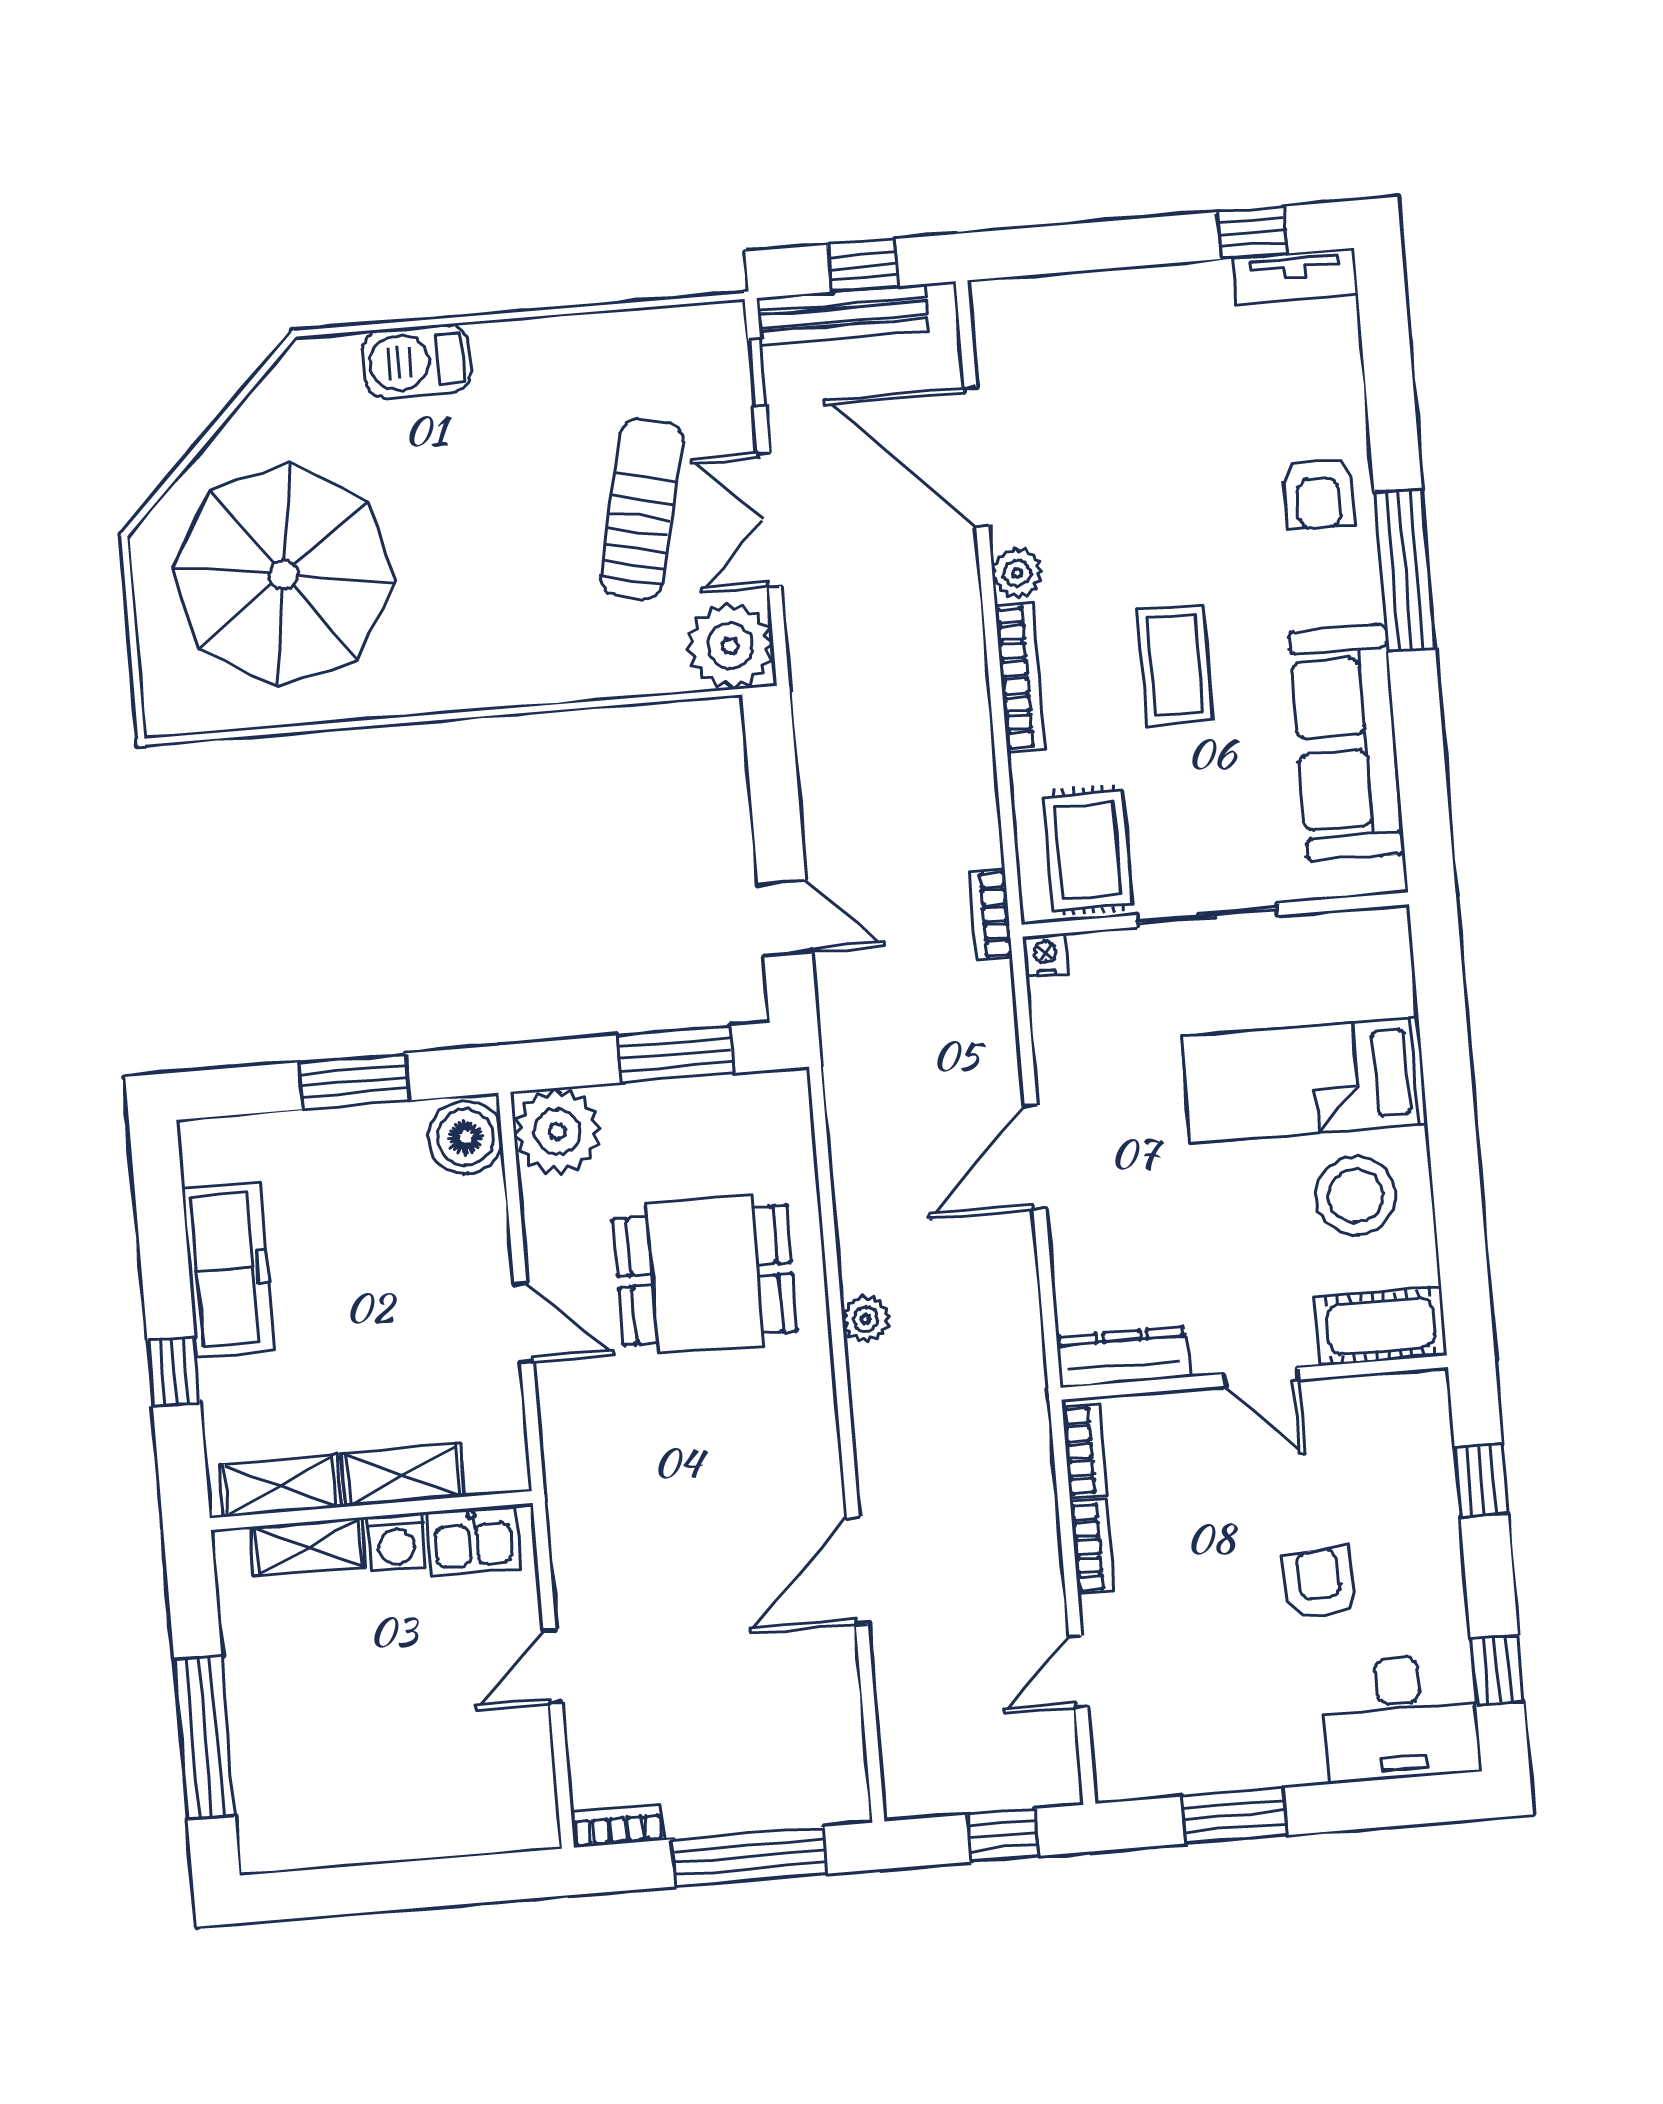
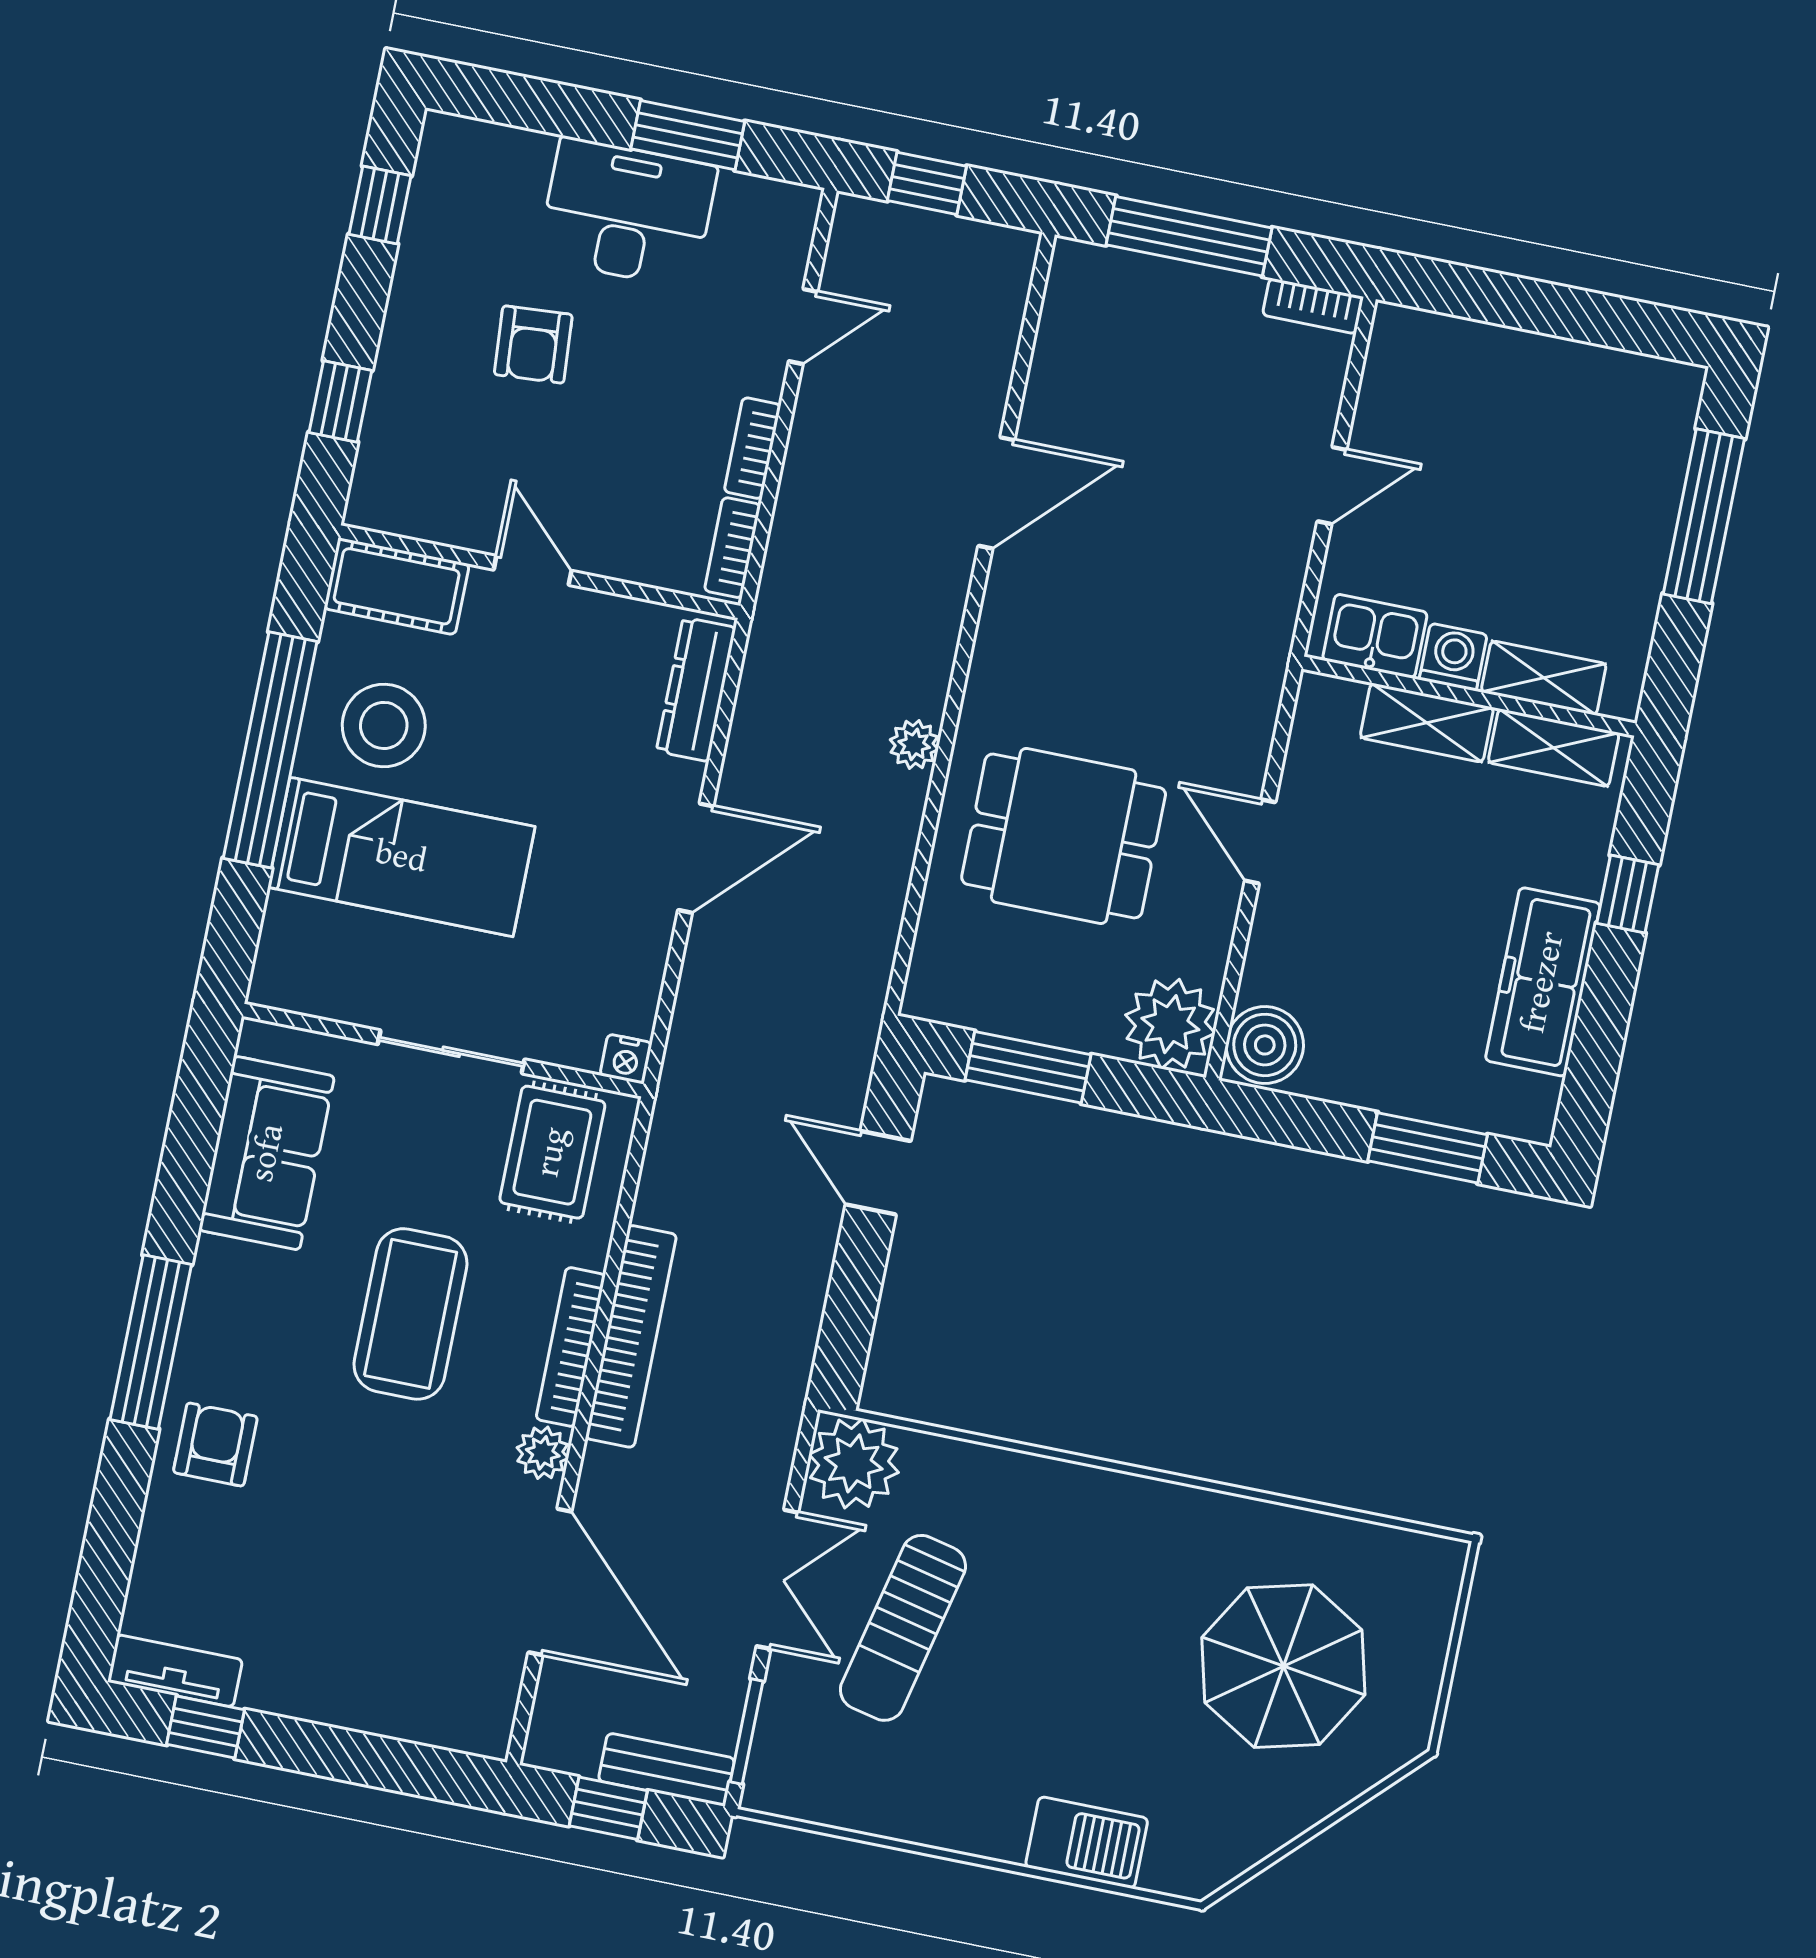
bench: (842, 314) -> (667, 1770), width x0.73
window: (757, 372) -> (747, 1732), width x1.50
parasol: (283, 575) -> (1283, 1666), width x0.73, depth x0.73
coffee table: (1175, 665) -> (411, 1314), width x1.36, depth x1.32
sofa: (1347, 743) -> (267, 1153), width x0.73
bookcase: (991, 915) -> (631, 1336), moved, width x2.31, depth x1.31
window: (354, 1081) -> (1428, 1148), moved
window: (1453, 1143) -> (270, 750), added
dresser: (1123, 1357) -> (696, 689), moved, turned 90
desk: (1401, 1718) -> (627, 213), moved

